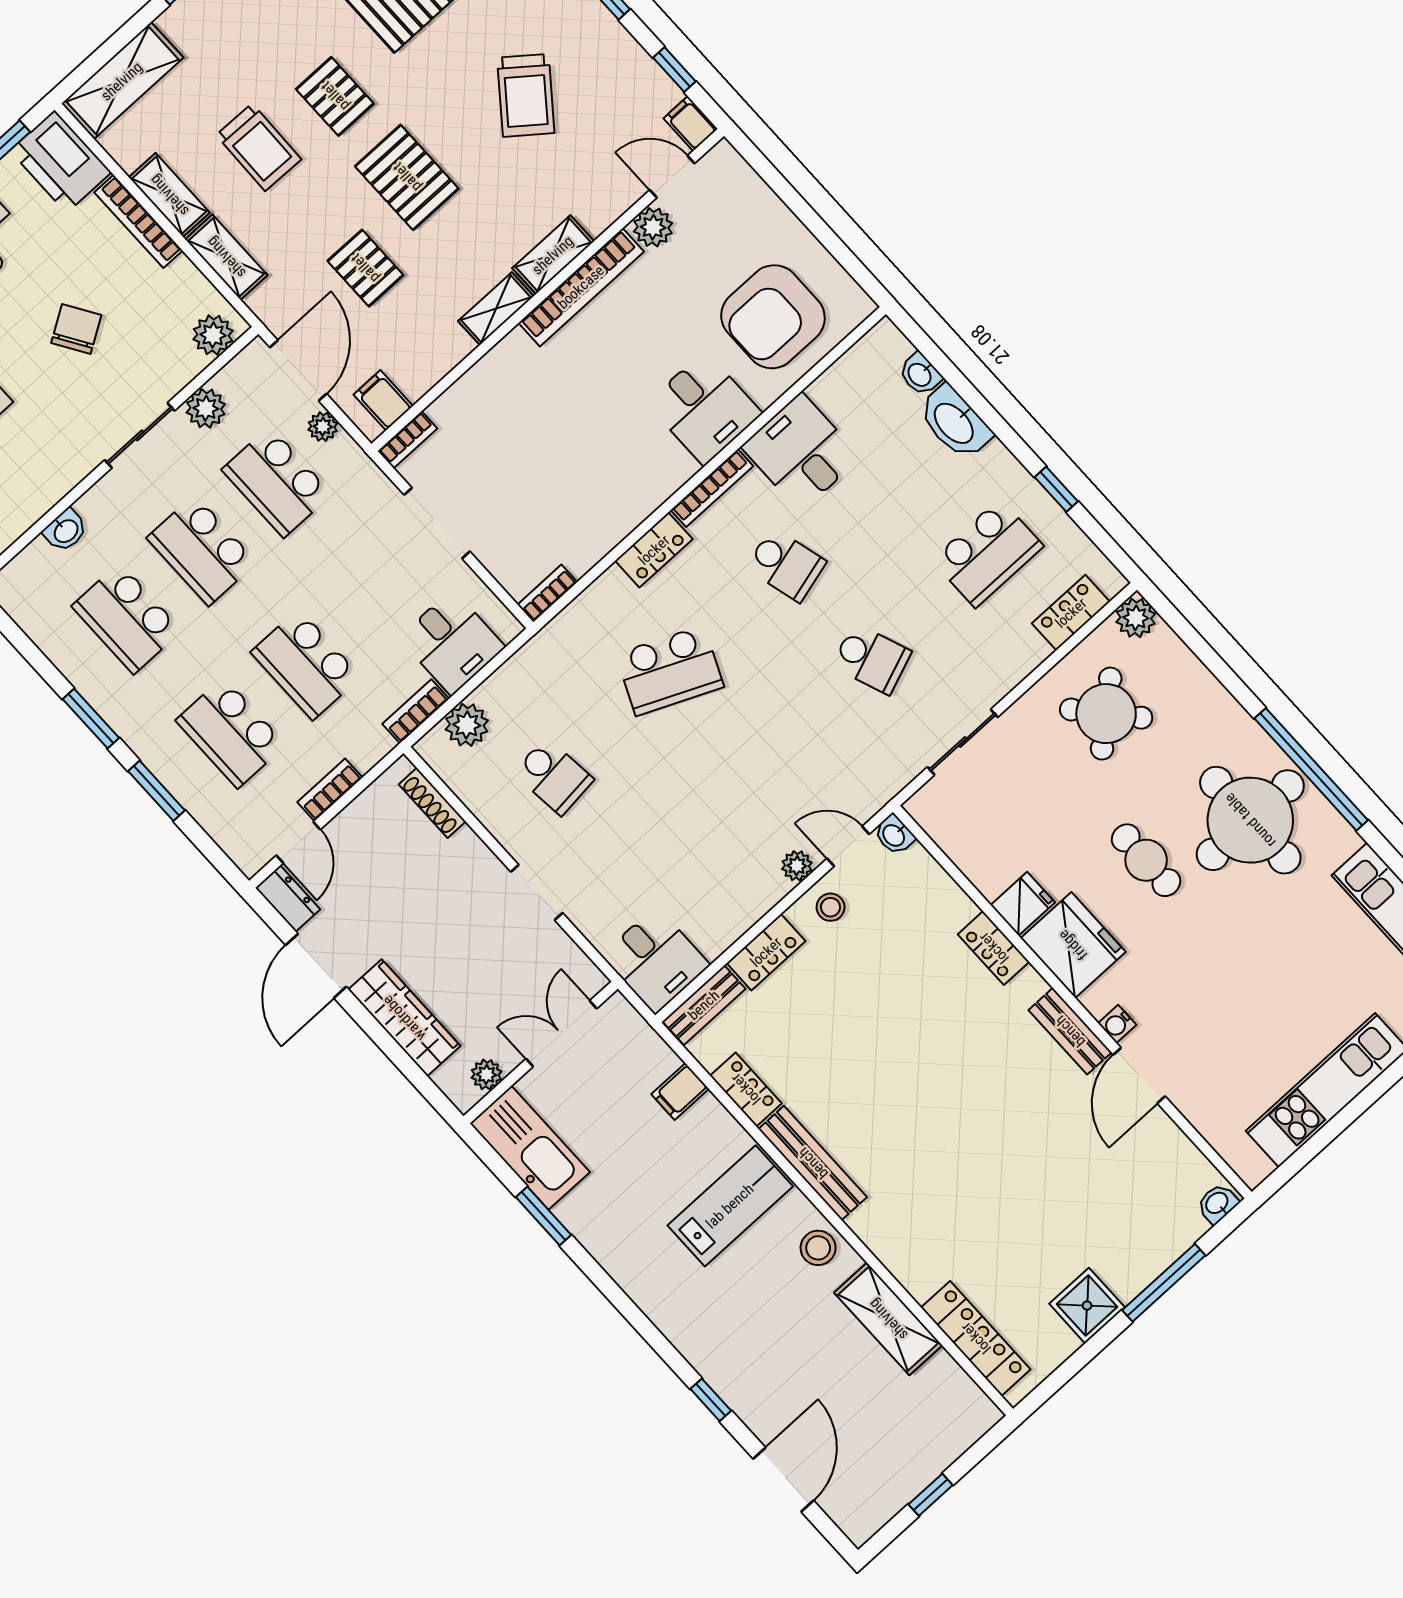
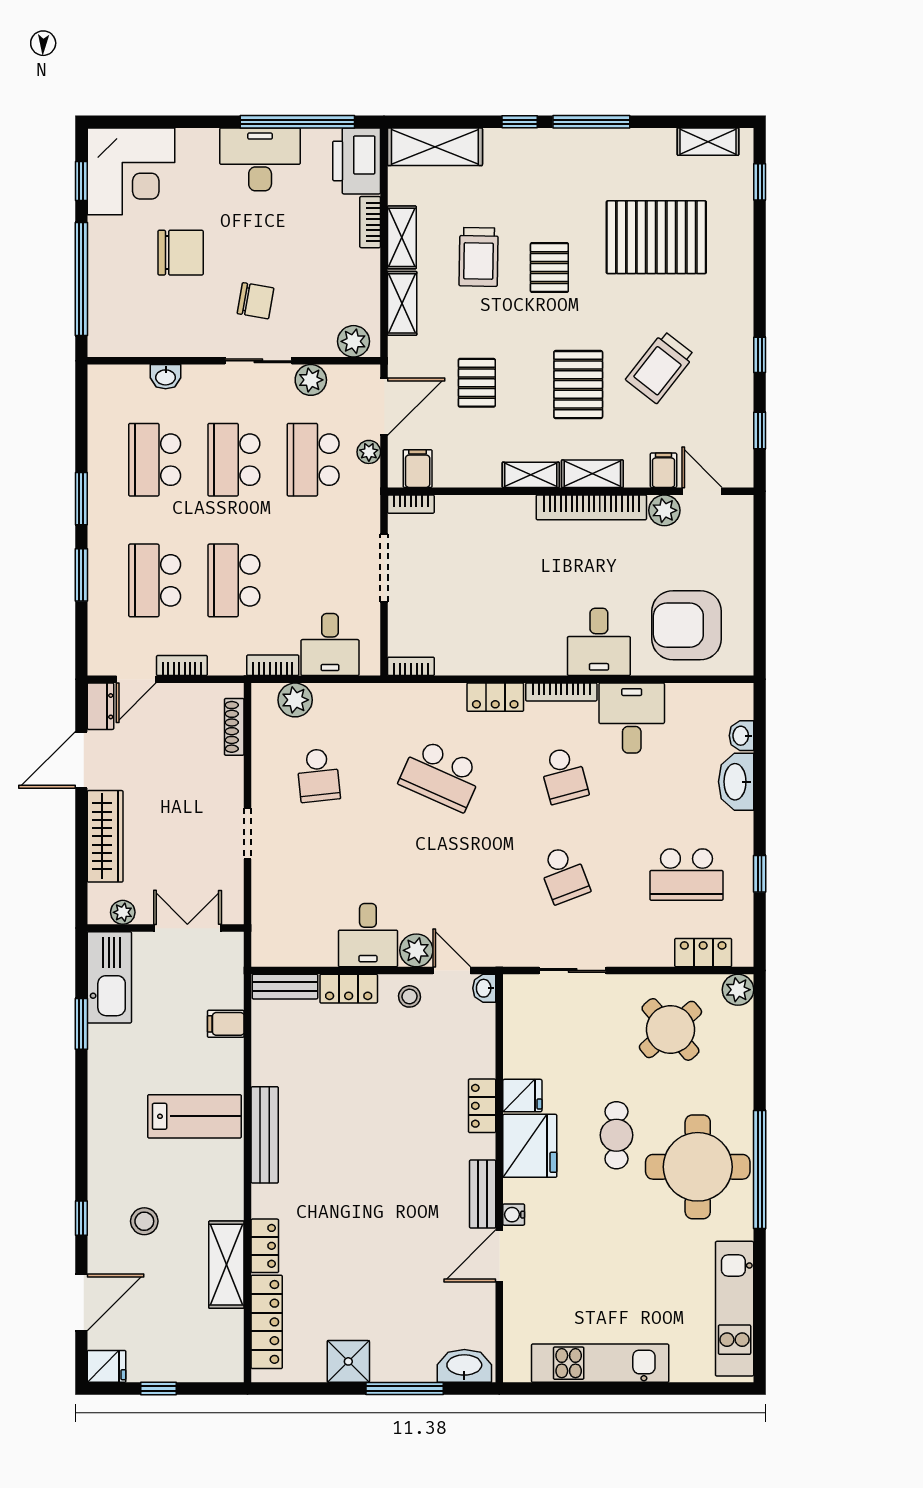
filing cabinet: (691, 124) -> (663, 470), moved
pallet: (407, 177) -> (578, 385), moved
bookcase: (138, 221) -> (370, 222), width x0.64
chair: (76, 329) -> (255, 301), moved, turned 42
plant: (797, 866) -> (416, 950), width x1.38, depth x1.38
desk: (656, 960) -> (368, 935), moved
locker: (746, 1089) -> (265, 1246), moved
washbasin: (1217, 1204) -> (464, 1366), width x1.91, depth x1.45
stool: (818, 1248) -> (144, 1221), moved
fridge: (862, 1519) -> (107, 1366), added

